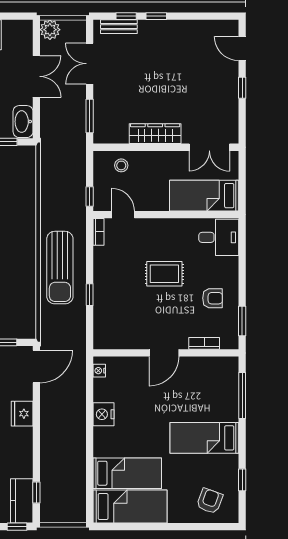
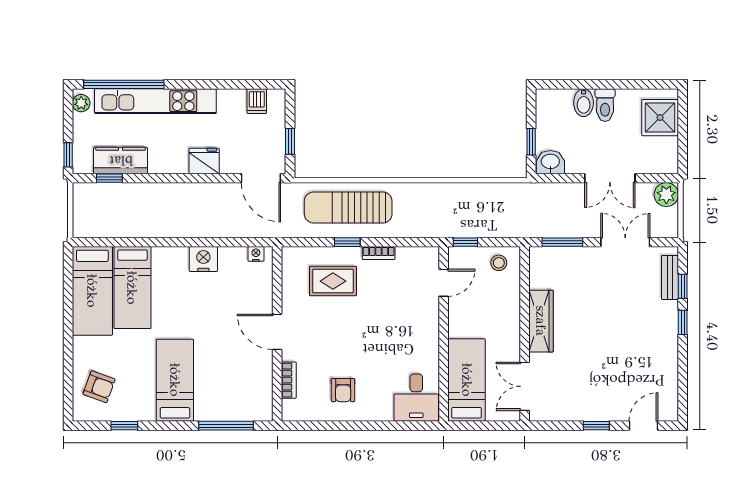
washbasin: (23, 122) -> (550, 162), width x0.72
stool: (121, 165) -> (499, 263), moved
bookcase: (99, 232) -> (379, 253), moved
sun lounger: (60, 268) -> (348, 208), moved
rug: (164, 274) -> (333, 281), moved, turned 90
window: (242, 321) -> (316, 426), removed
kitchen counter: (22, 501) -> (121, 161), moved

